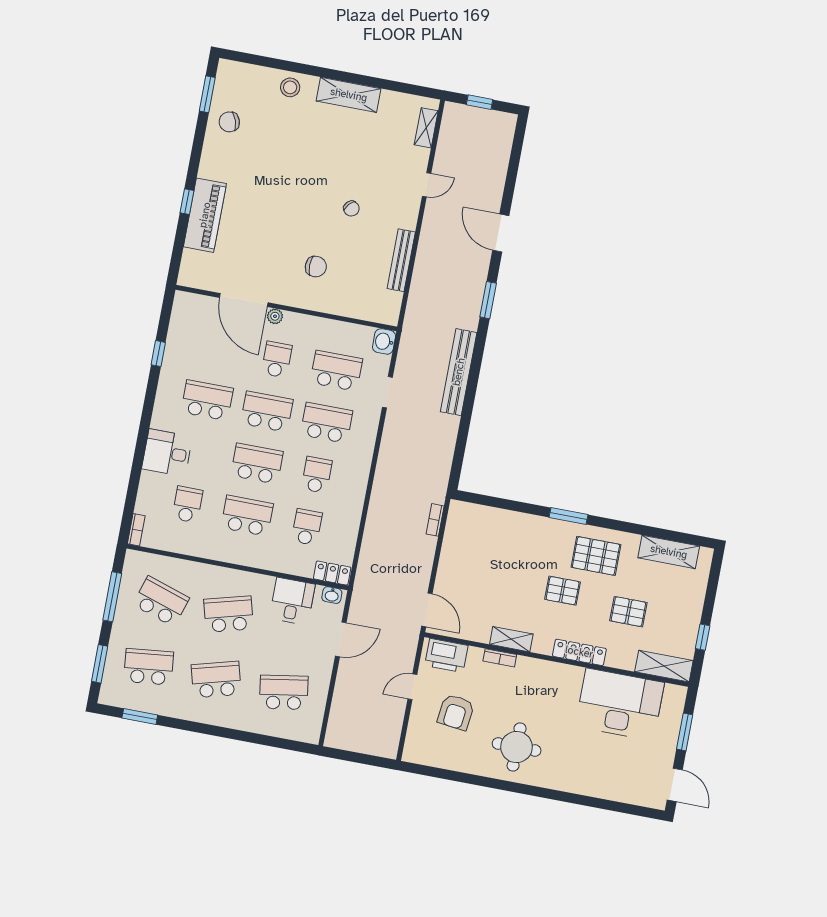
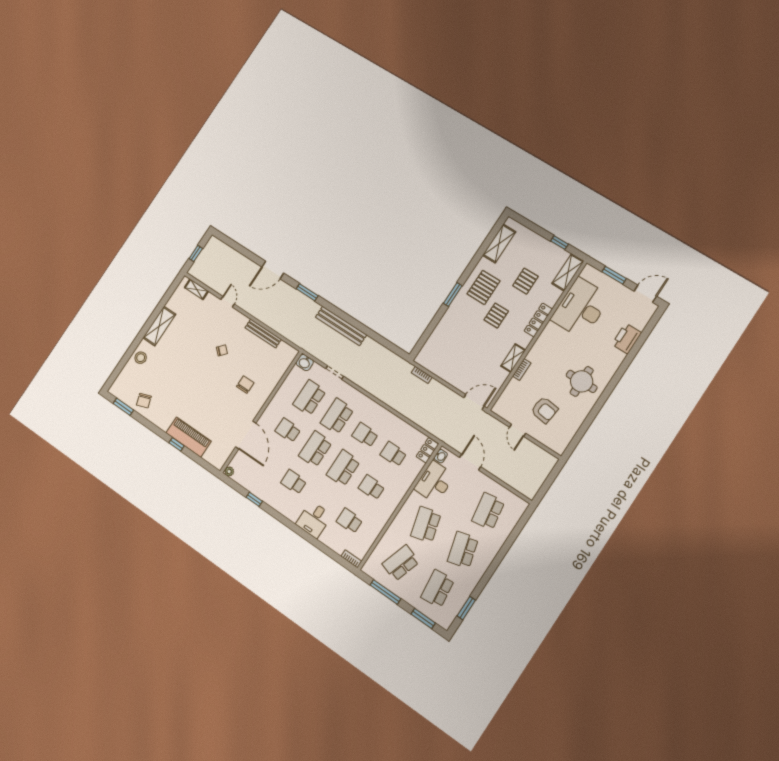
door: (244, 300) -> (246, 435), hinge flipped
plant: (275, 316) -> (229, 471), moved
school desk: (207, 400) -> (294, 482), width x0.54
school desk: (247, 516) -> (371, 487), width x0.54
desk: (292, 601) -> (434, 482), width x1.37
printer: (446, 655) -> (627, 339), moved, turned 180

